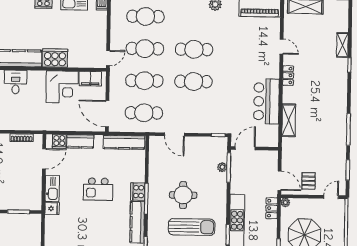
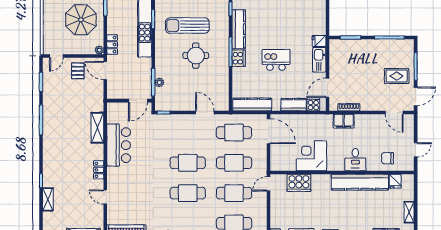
cooker: (55, 58) -> (299, 183), moved
filing cabinet: (90, 79) -> (344, 121), moved, turned 180

